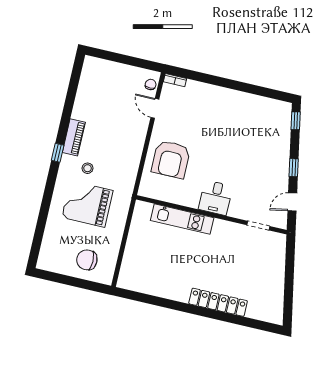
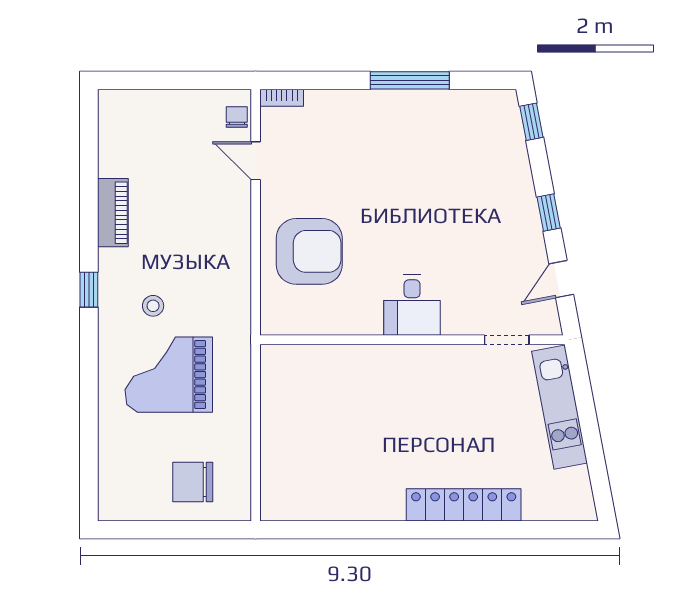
window: (240, 86) -> (410, 80), added
piano: (74, 137) -> (113, 213), moved
armchair: (171, 159) -> (309, 251), turned -90
kitchen unit: (182, 219) -> (559, 407), moved, turned 79

